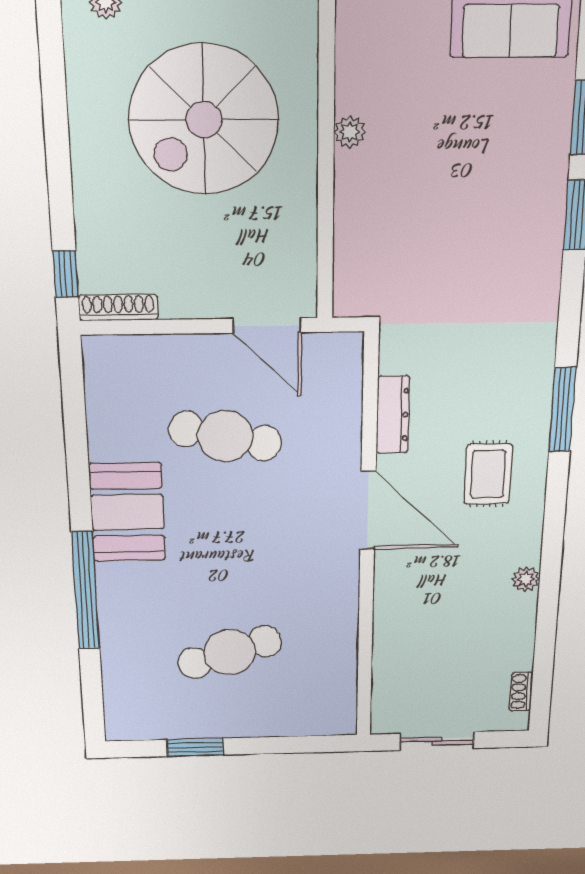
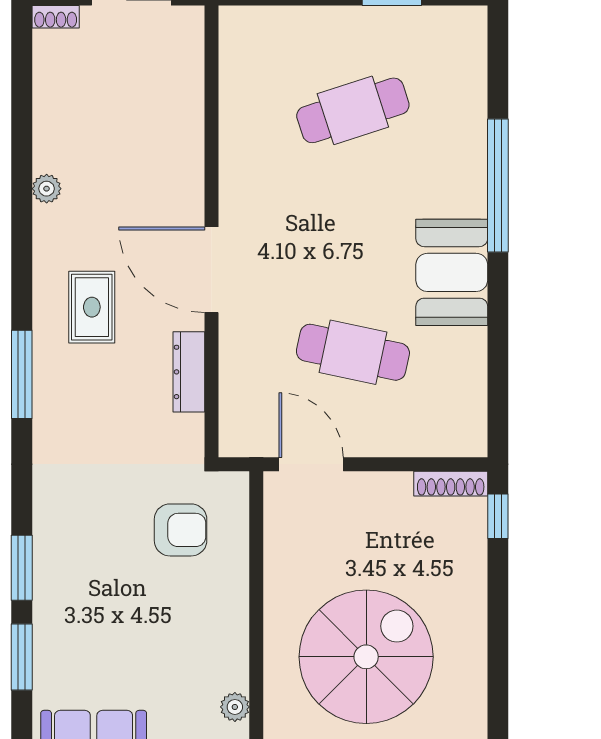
plant: (350, 132) -> (235, 707), moved
armchair: (406, 256) -> (181, 530), added
shoe rack: (521, 692) -> (56, 17), moved, turned 90

